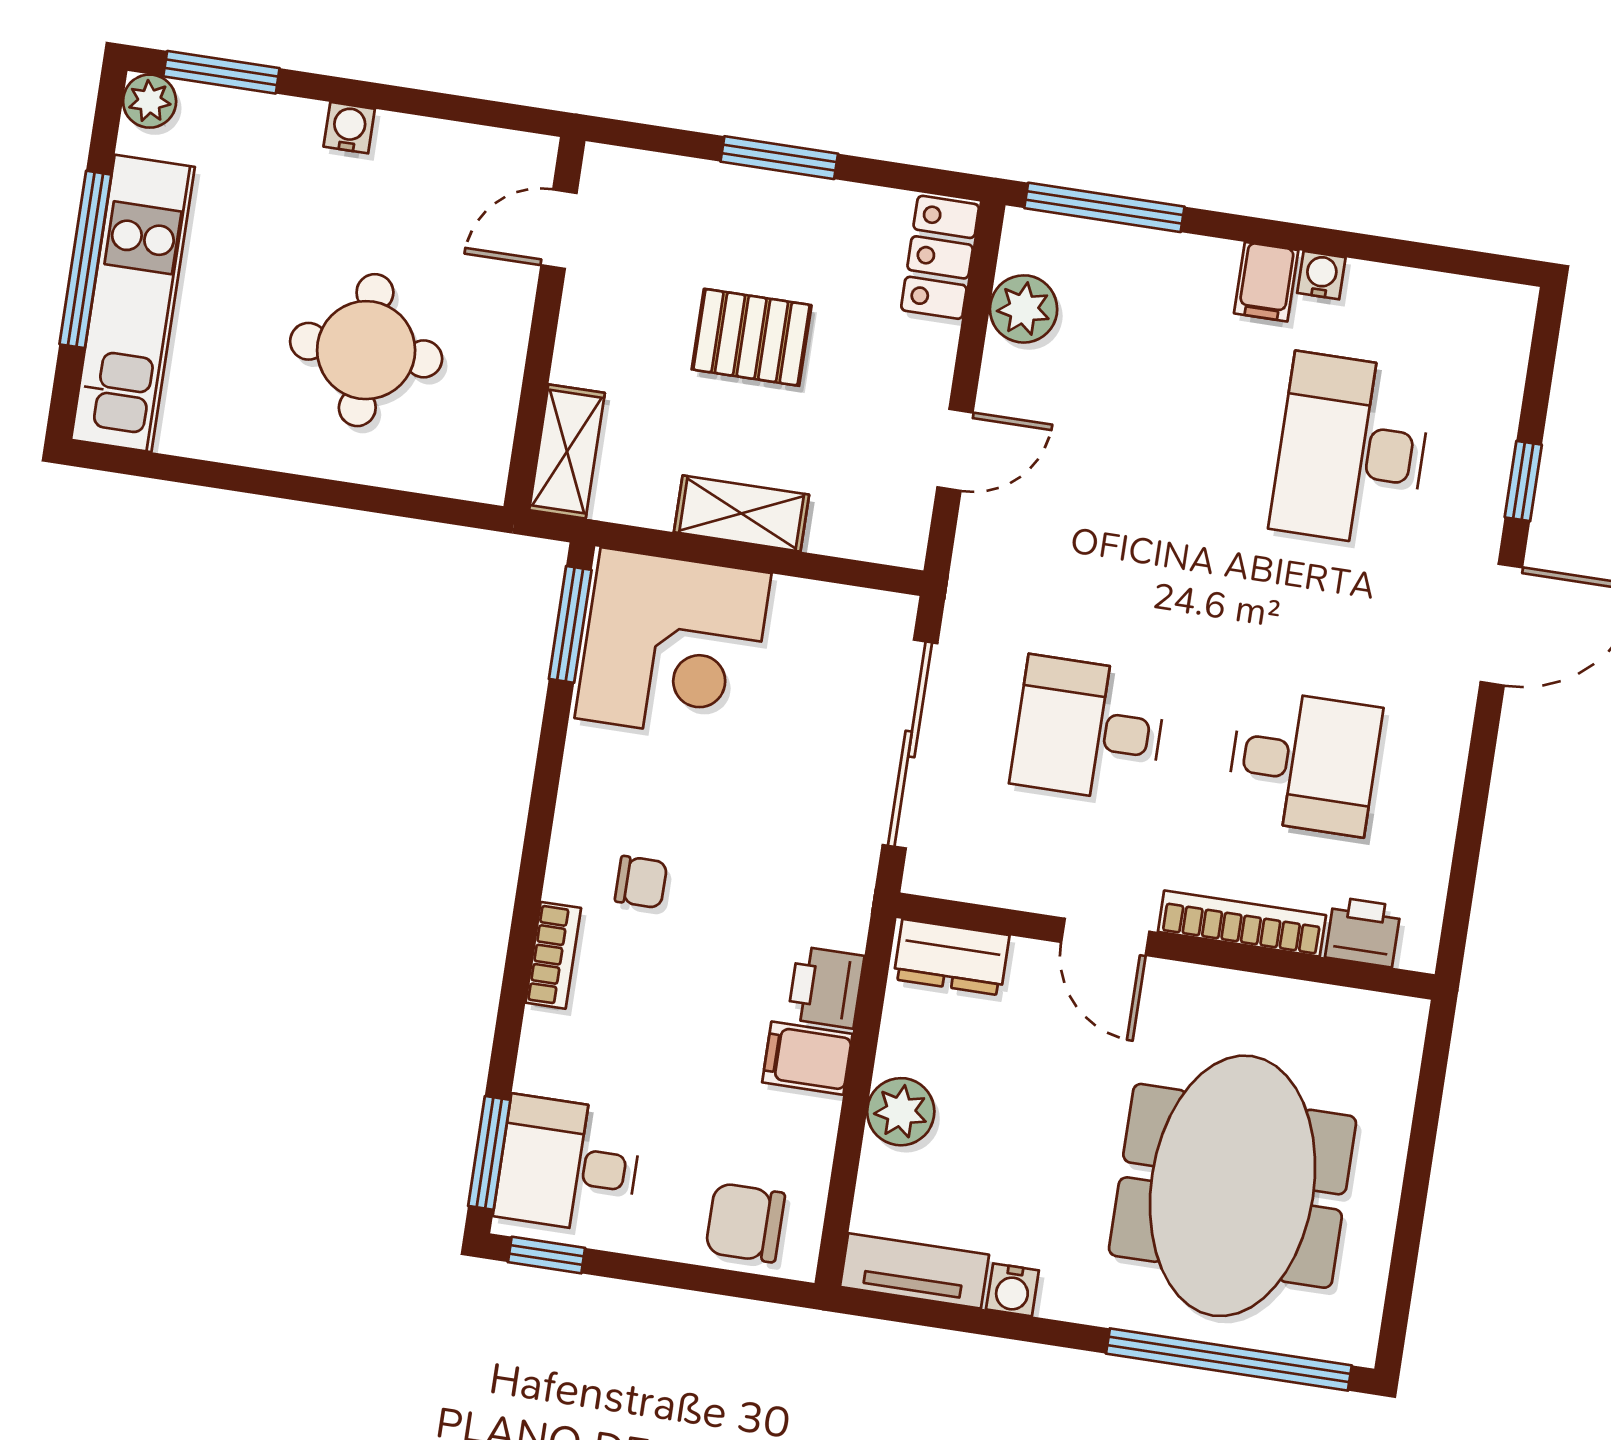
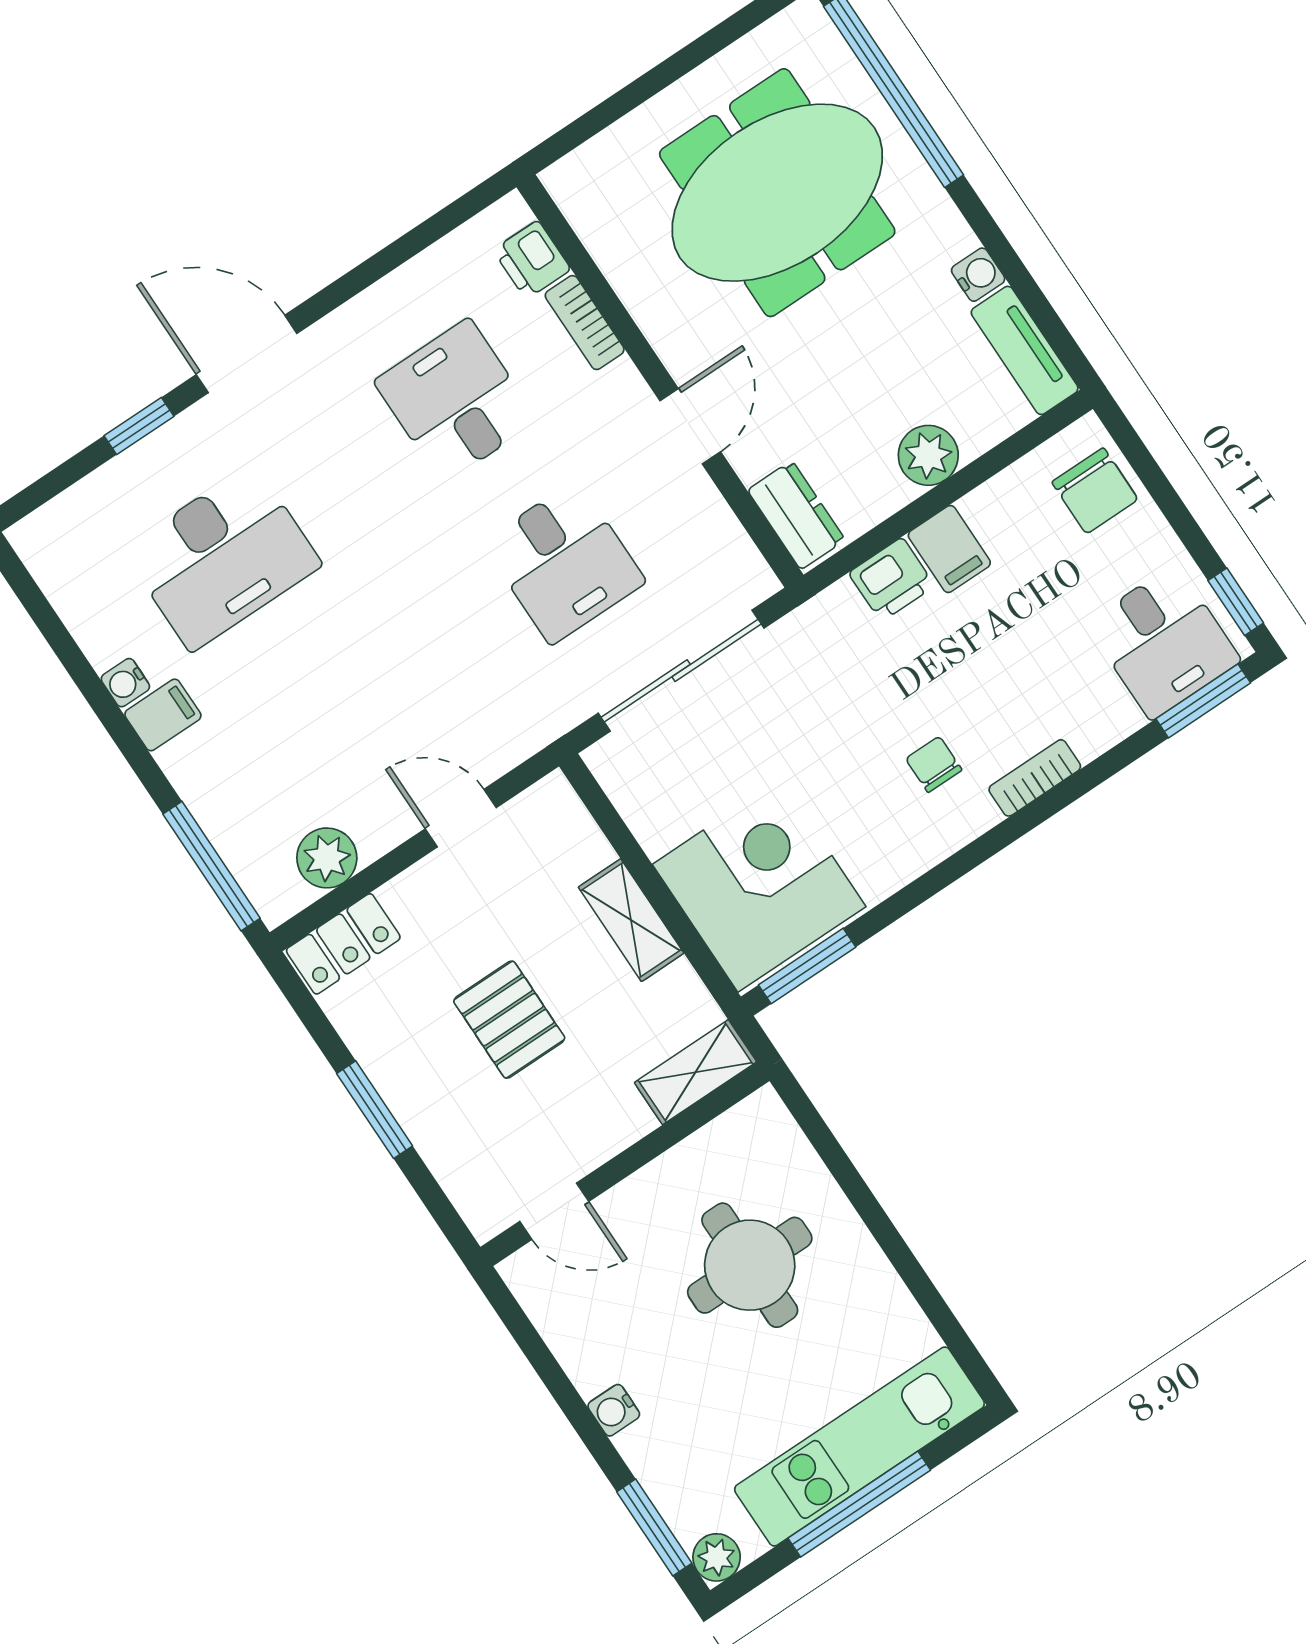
bookcase: (1242, 924) -> (585, 323), width x0.64

